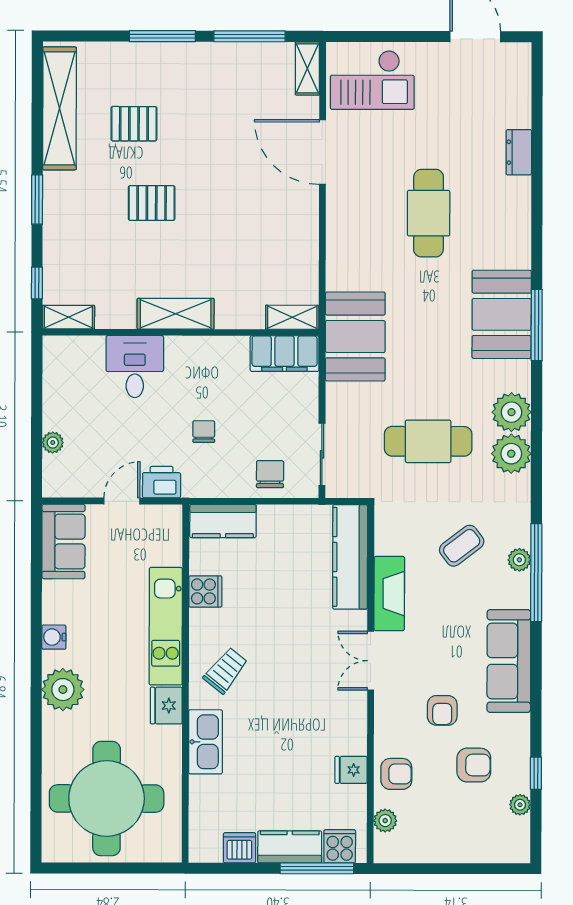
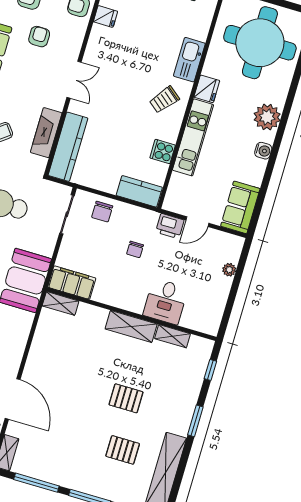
shelving: (68, 317) -> (172, 336), moved
fireplace: (389, 594) -> (46, 133), moved

